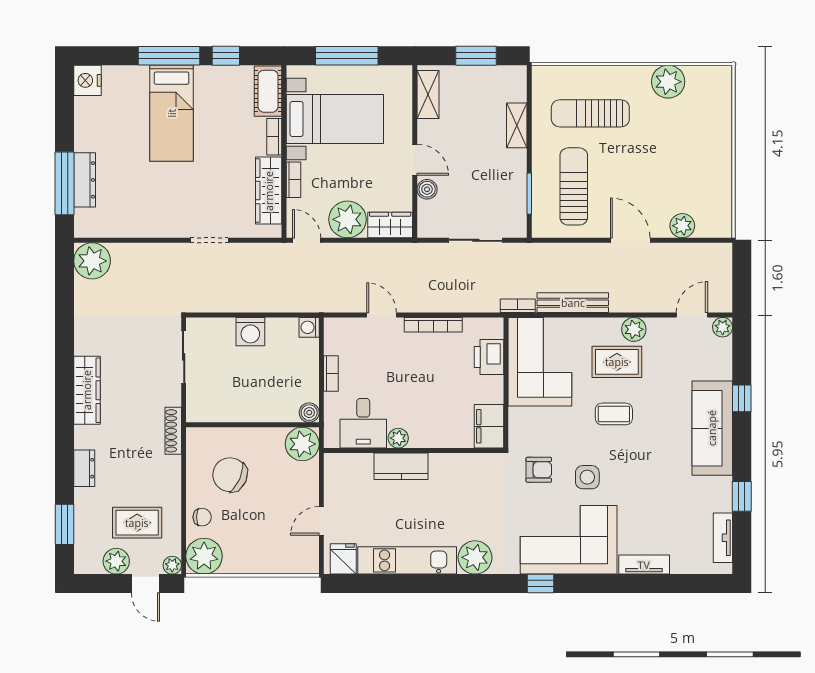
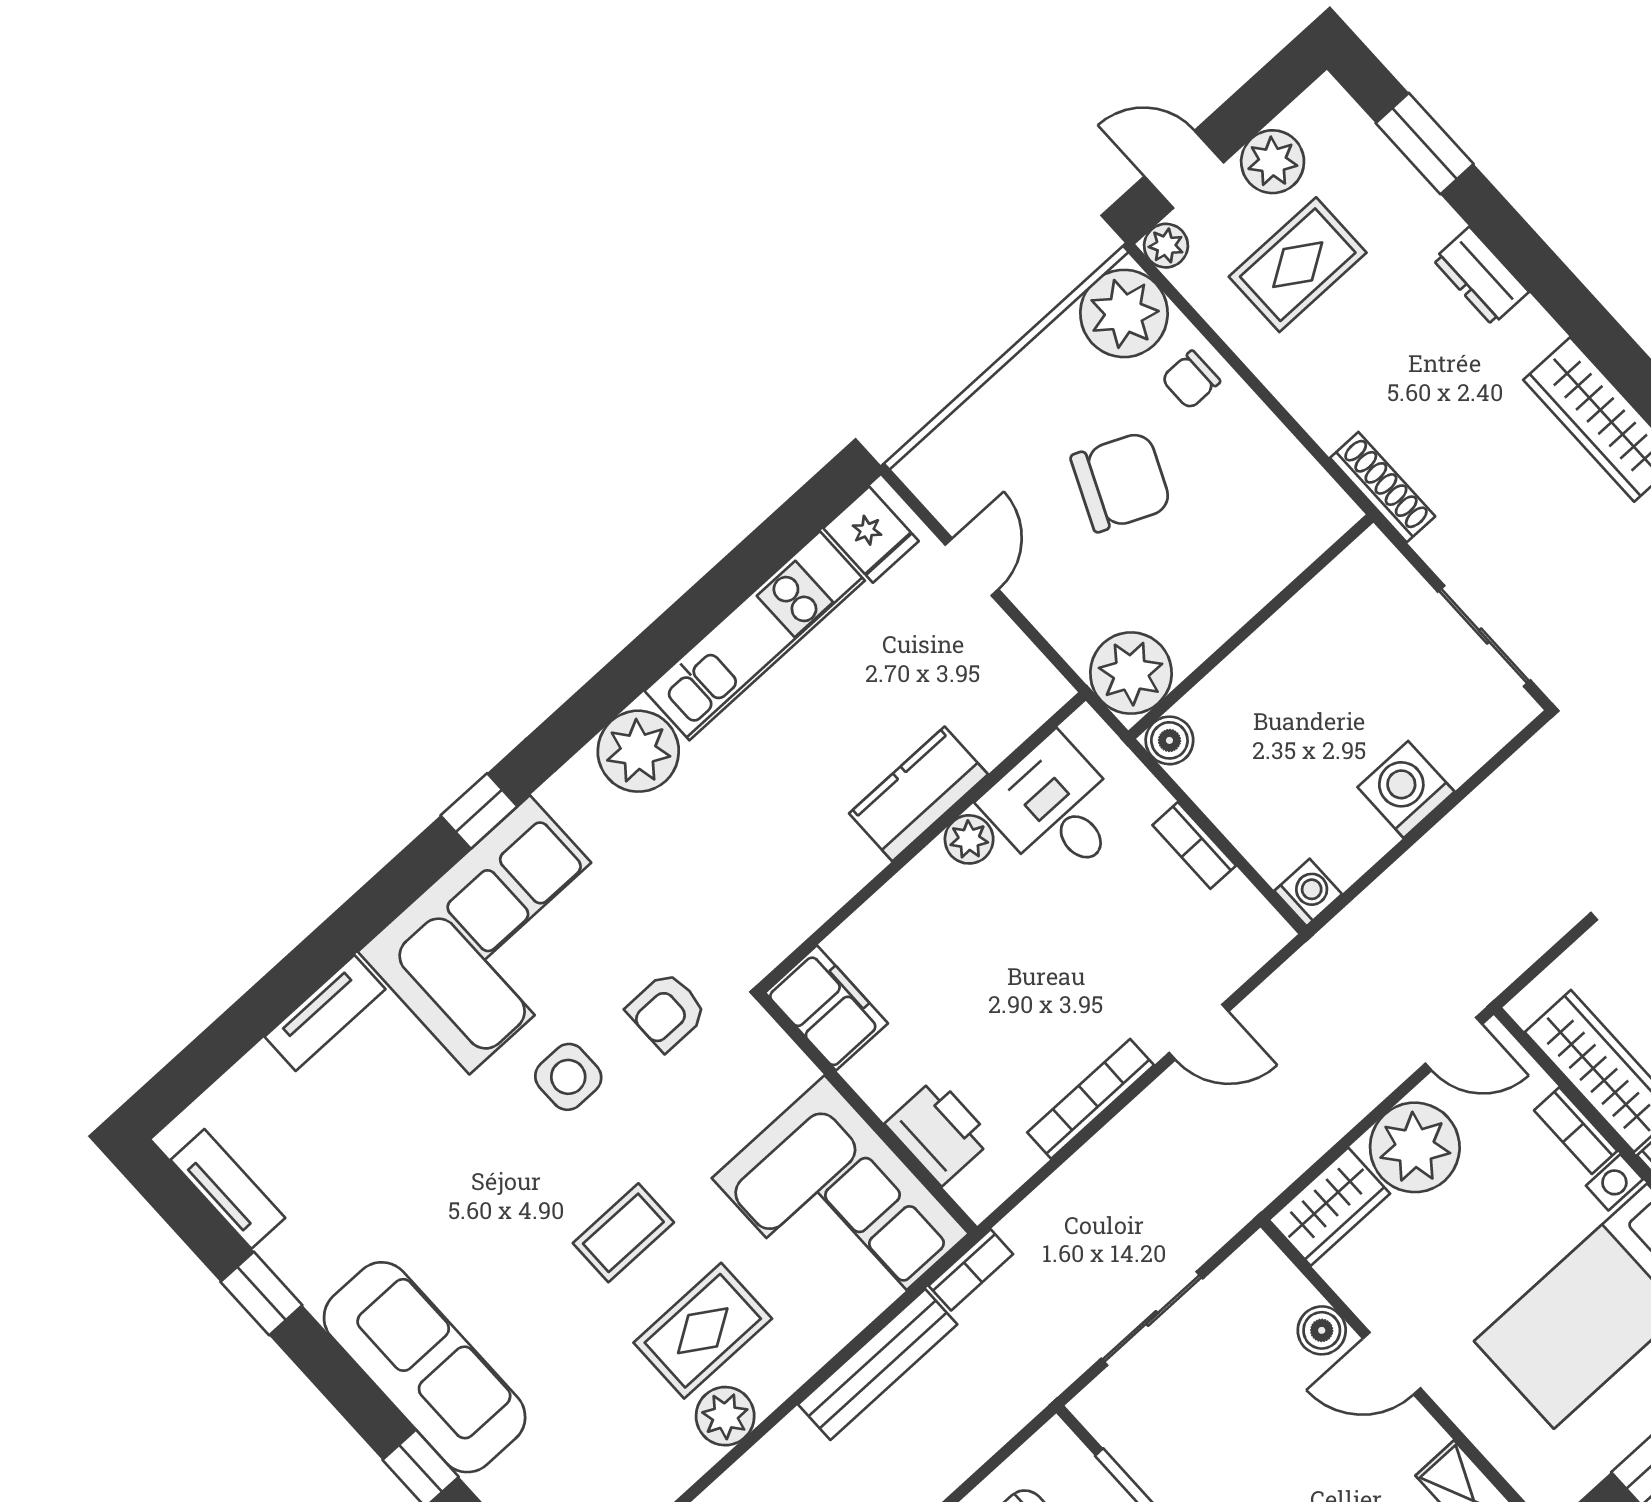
chair: (230, 475) -> (1121, 482), moved

